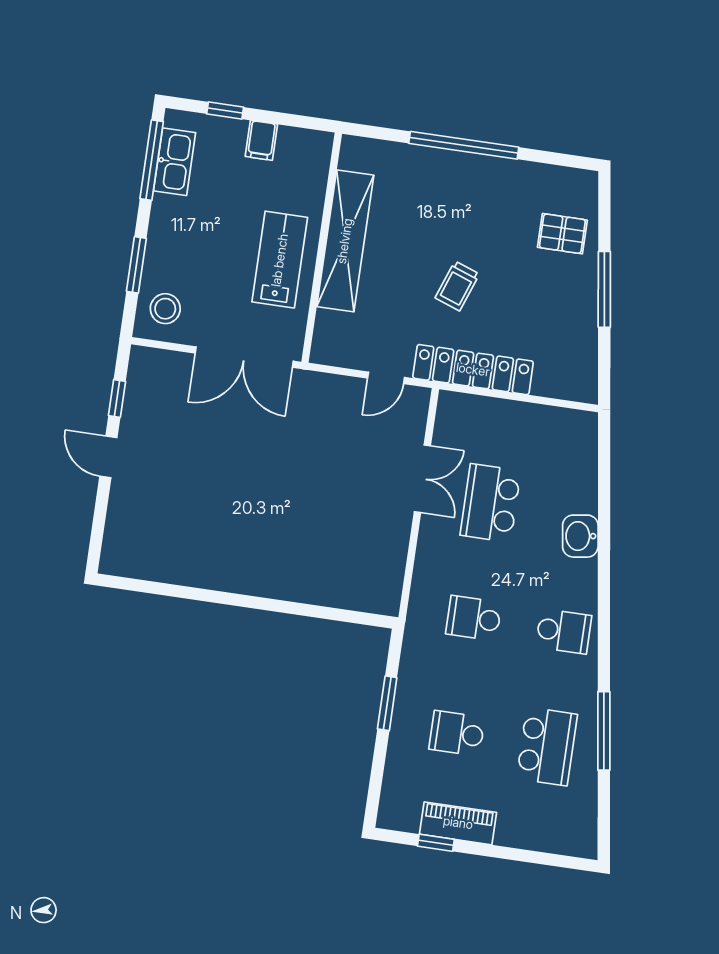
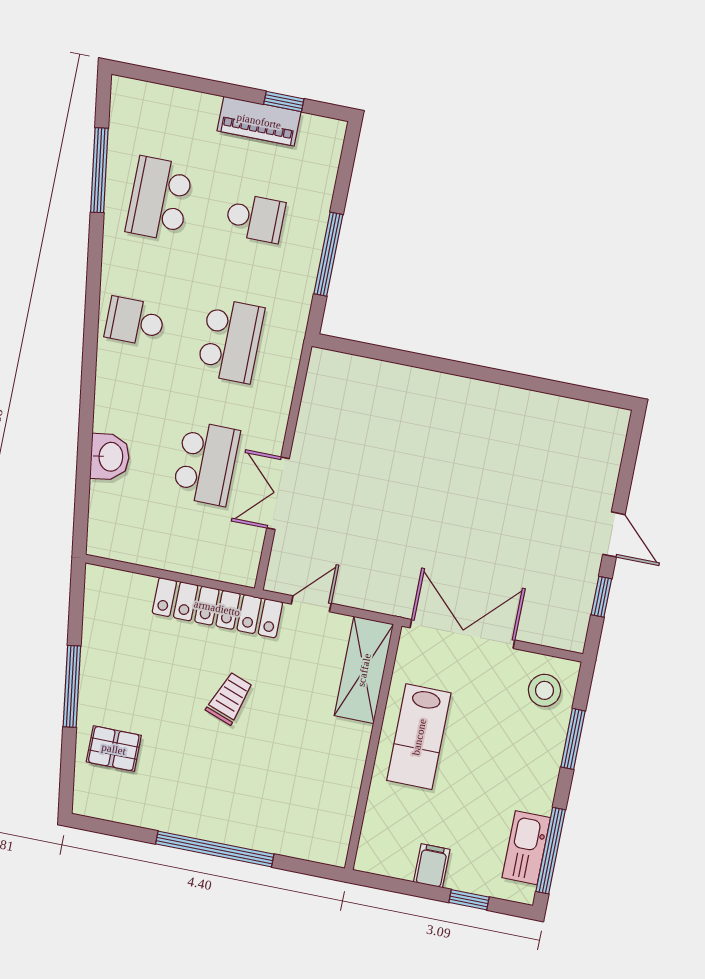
shelving: (345, 241) -> (364, 670), moved, width x0.68
washbasin: (580, 536) -> (110, 457), moved
school desk: (474, 618) -> (231, 341), width x1.85
window: (387, 703) -> (328, 254), width x1.44
window: (604, 731) -> (99, 170), moved

